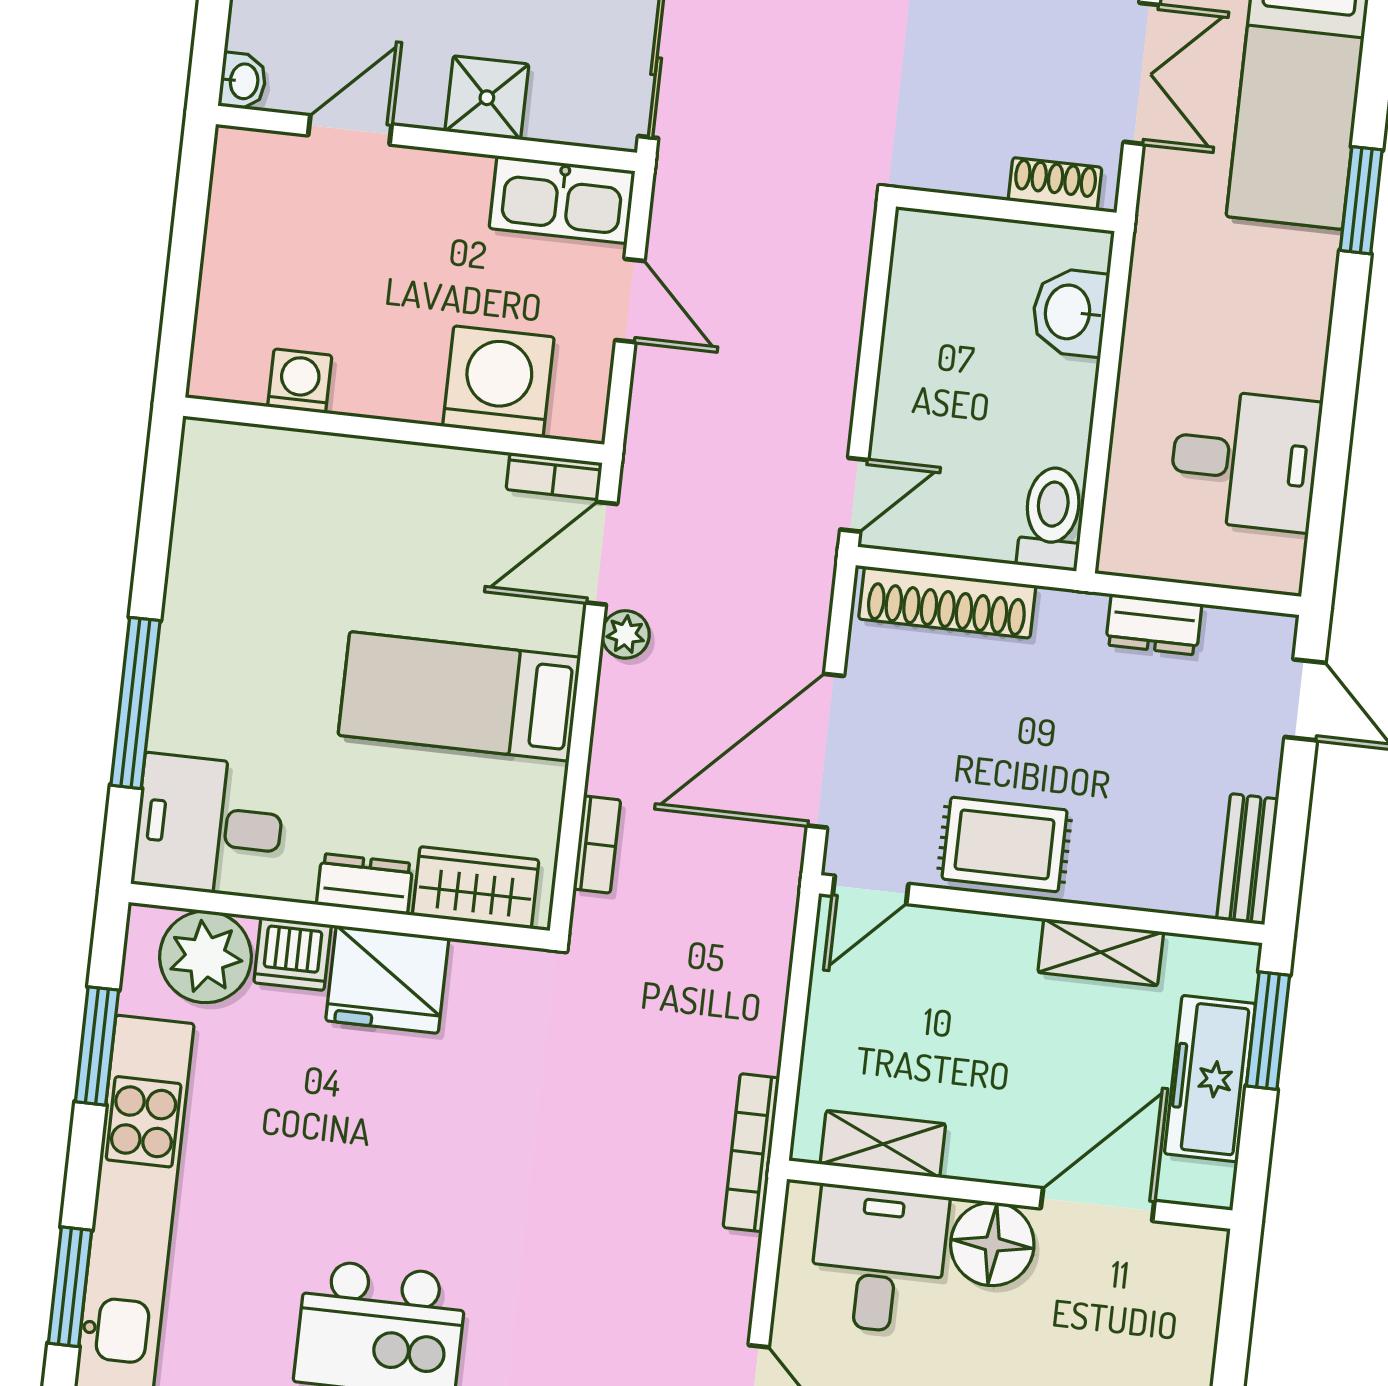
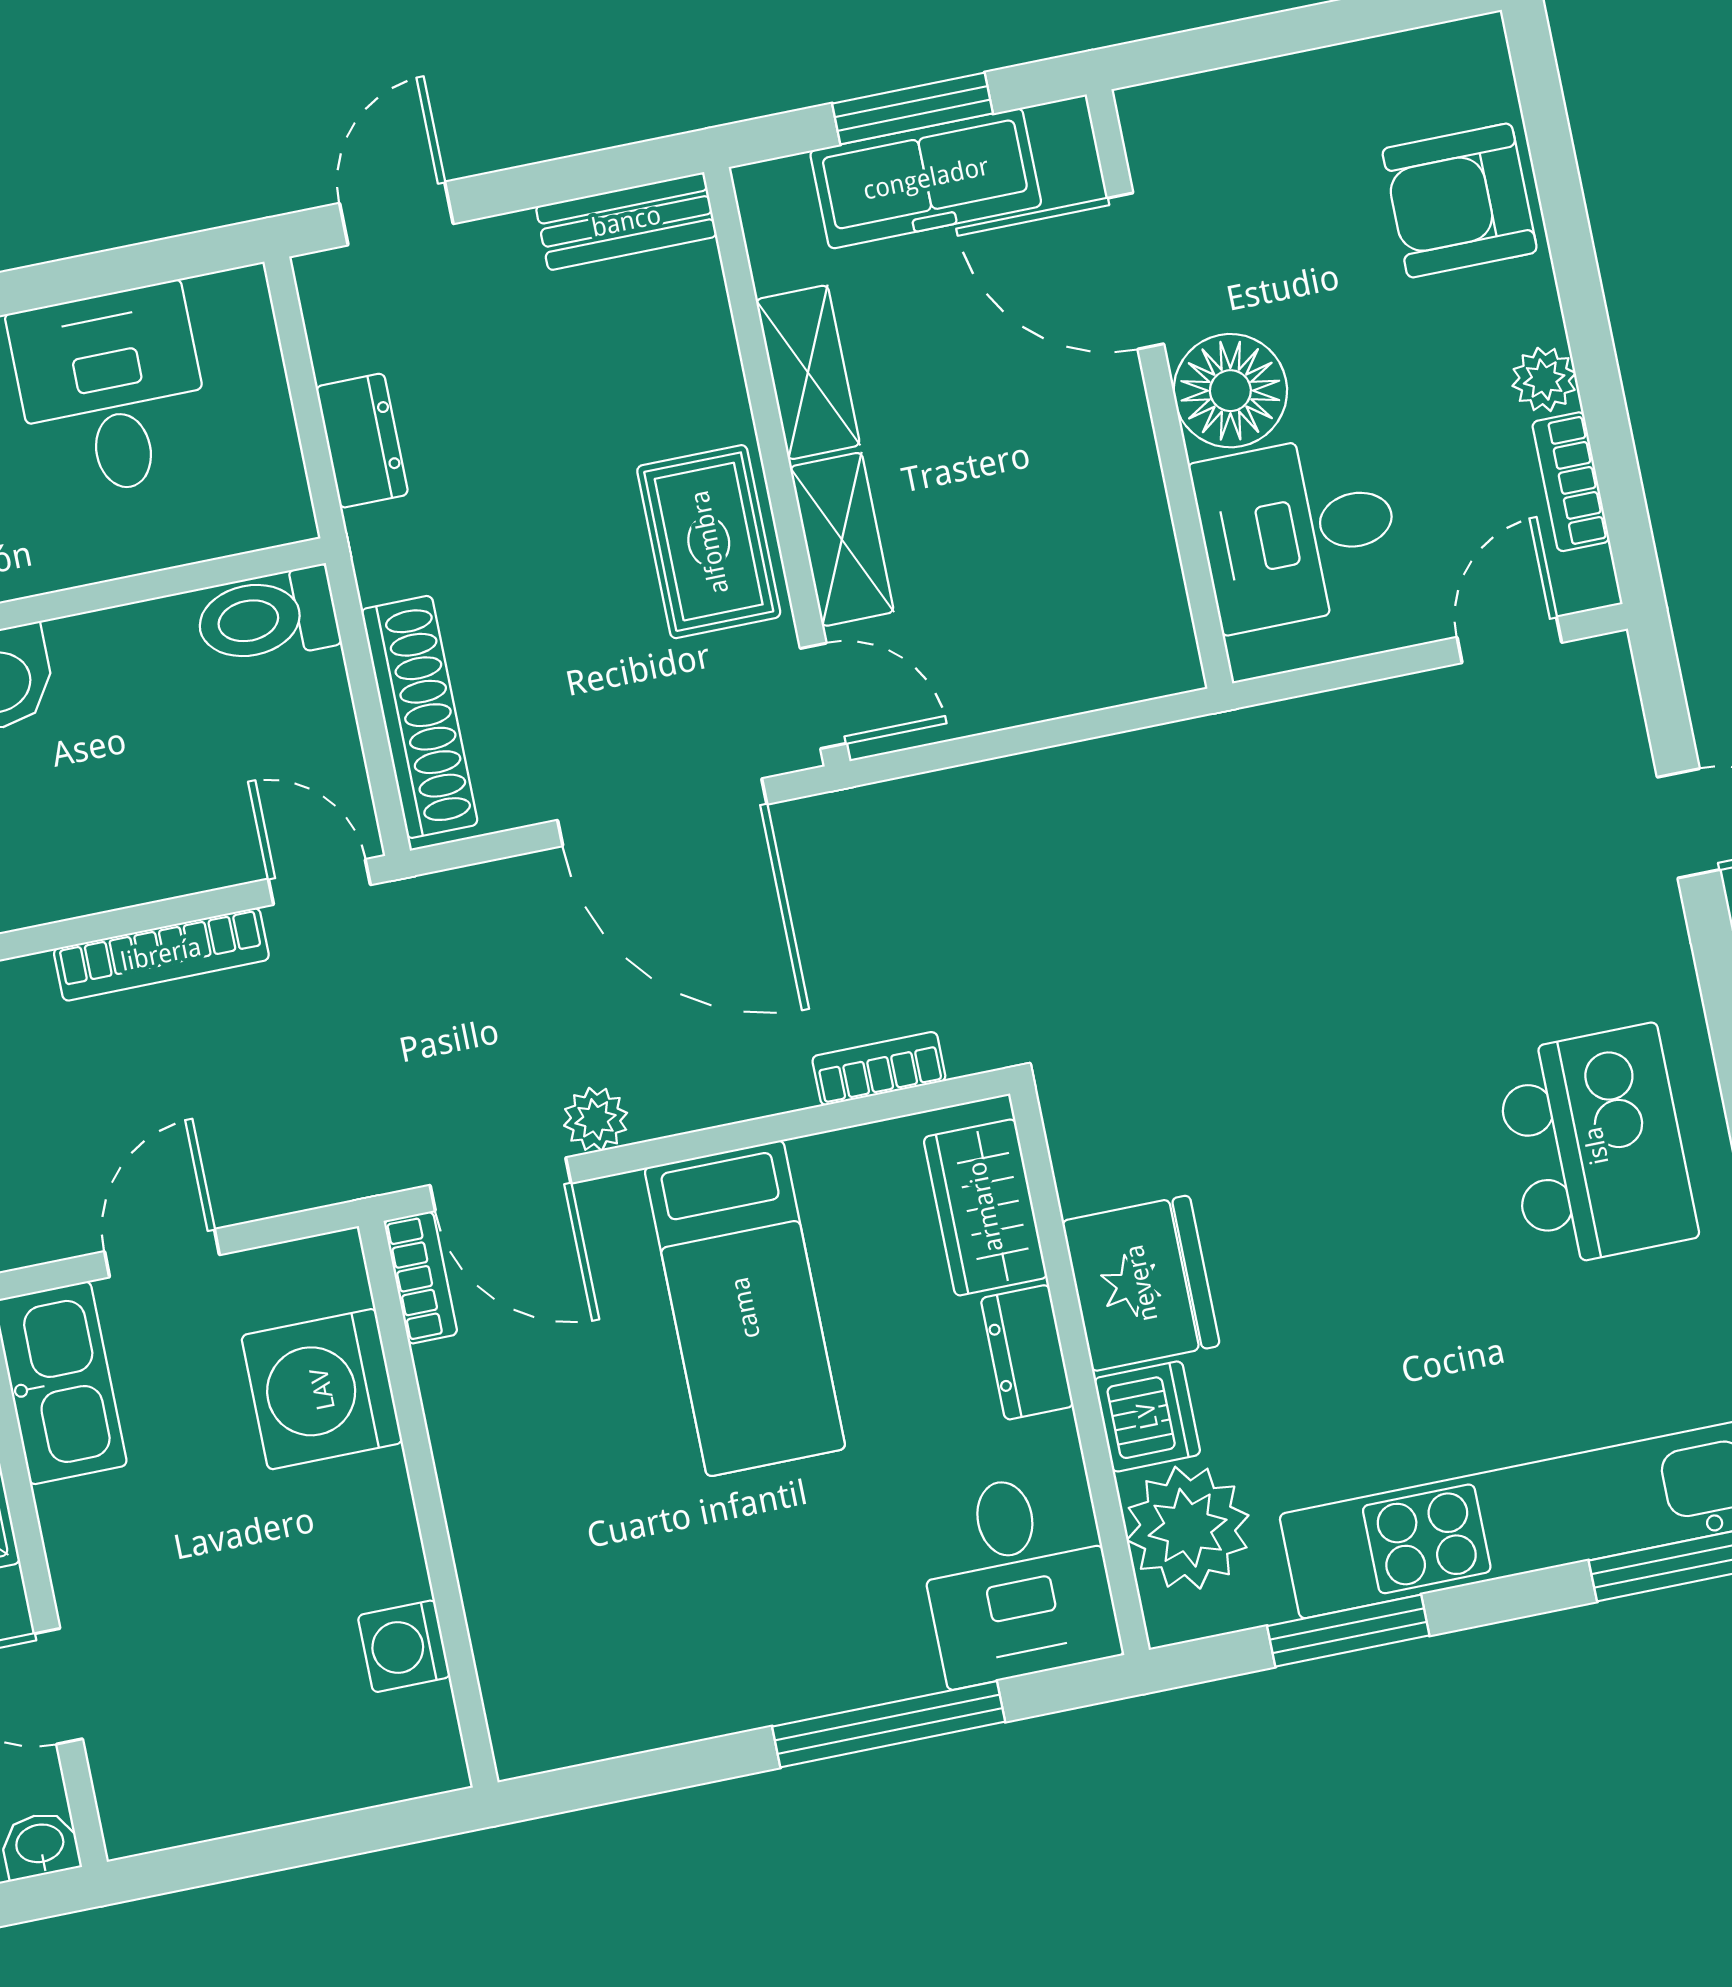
window: (1268, 1031) -> (913, 108), moved
shelving: (883, 1144) -> (842, 539), moved
bookcase: (751, 1153) -> (161, 954), moved

